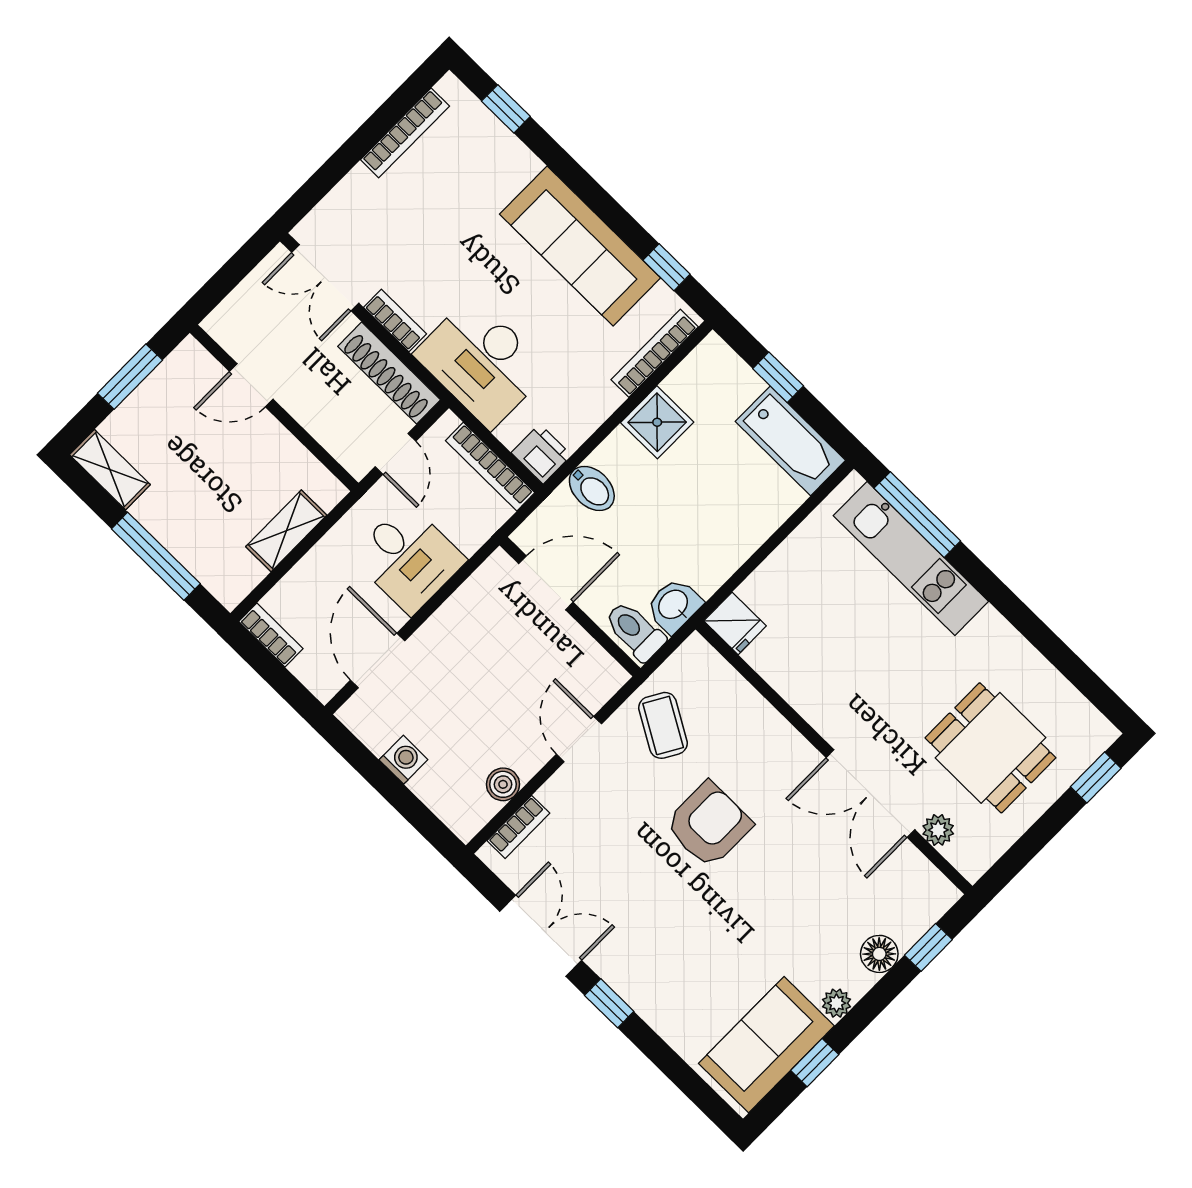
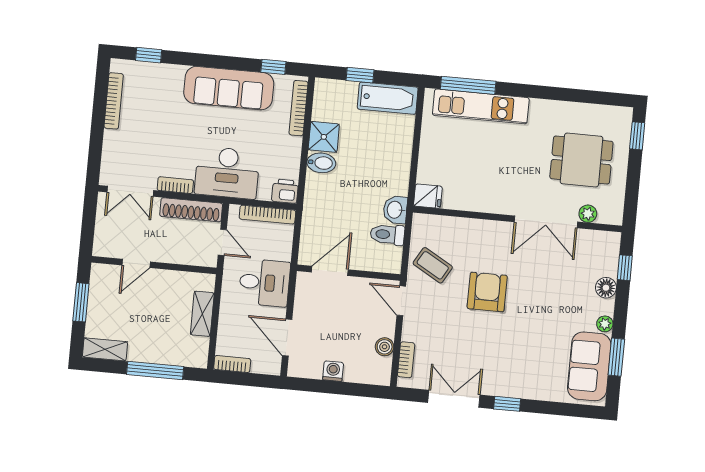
bidet: (592, 488) -> (321, 163), moved
door: (546, 583) -> (330, 271), moved
wall: (570, 607) -> (349, 273), moved
window: (815, 1063) -> (616, 357), width x1.50

